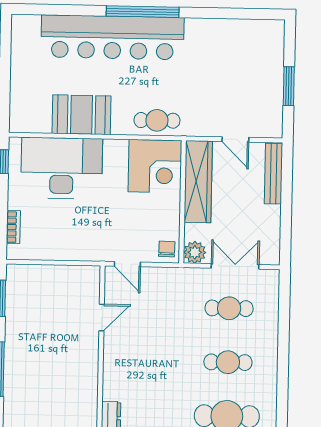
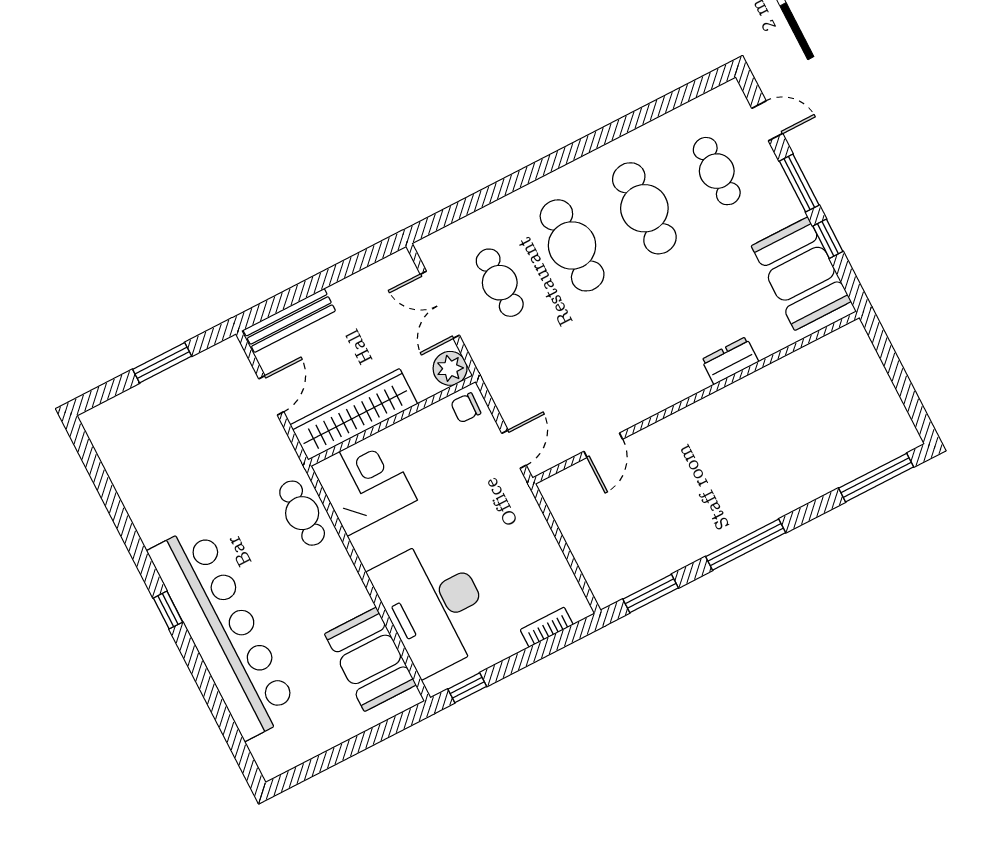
window: (143, 12) -> (168, 610), width x0.32
booth: (81, 115) -> (370, 659), moved
door: (102, 317) -> (603, 445), swing flipped
cafe table: (228, 362) -> (572, 245), width x1.37, depth x1.35

